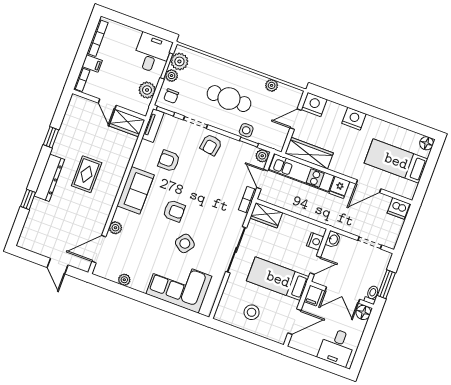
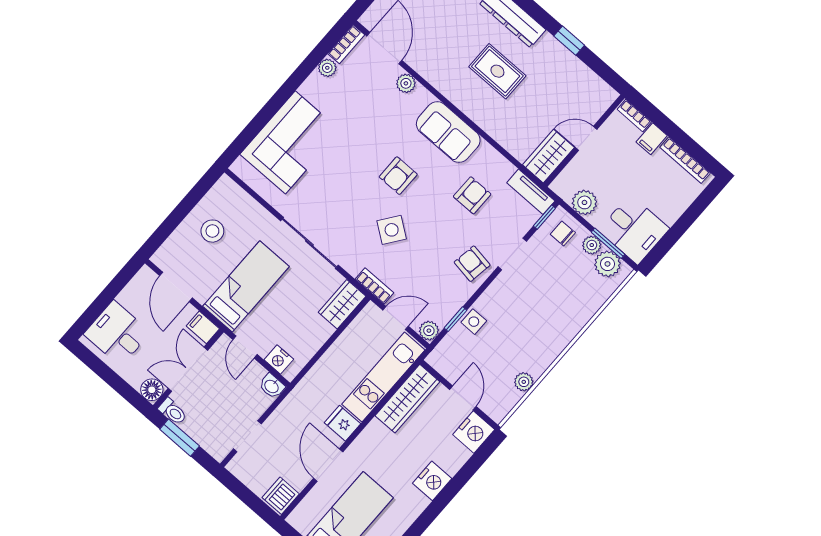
cafe table: (229, 99) -> (528, 314), removed
side table: (185, 243) -> (392, 230), moved
bookcase: (105, 274) -> (346, 44), added

